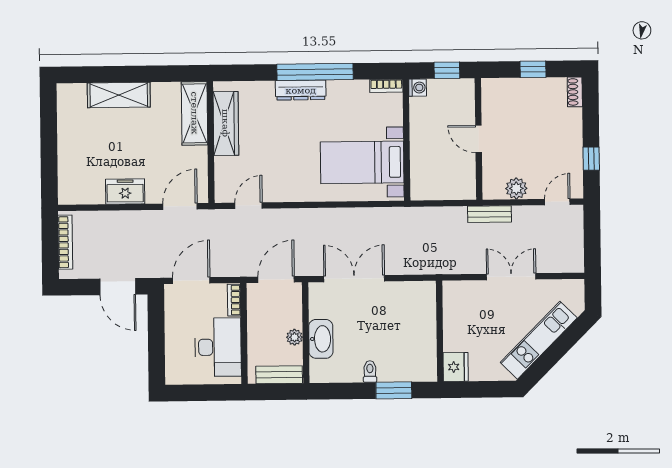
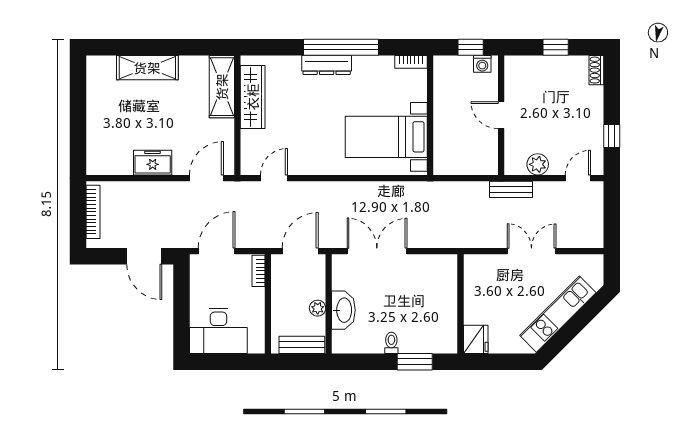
washing machine: (418, 88) -> (482, 64), moved, turned 90
desk: (218, 347) -> (218, 331), moved, turned 90

